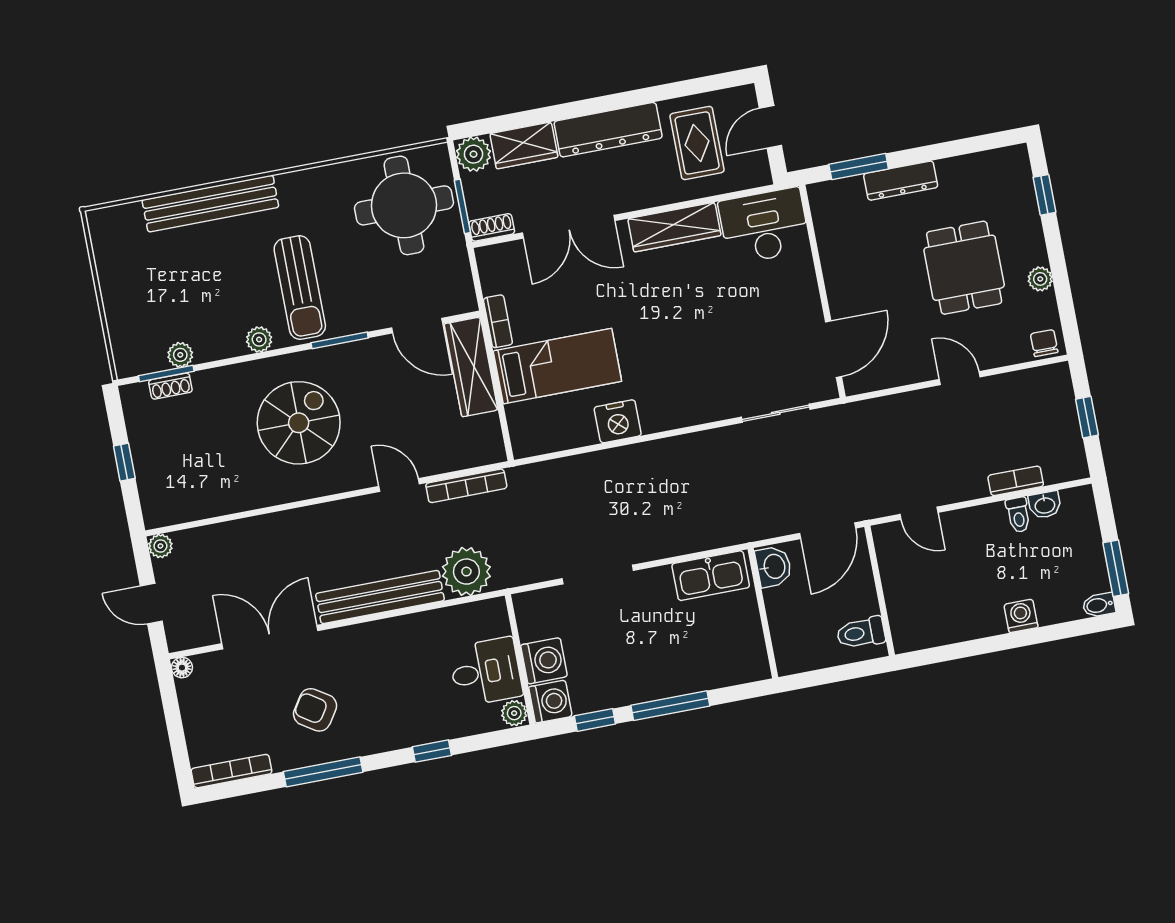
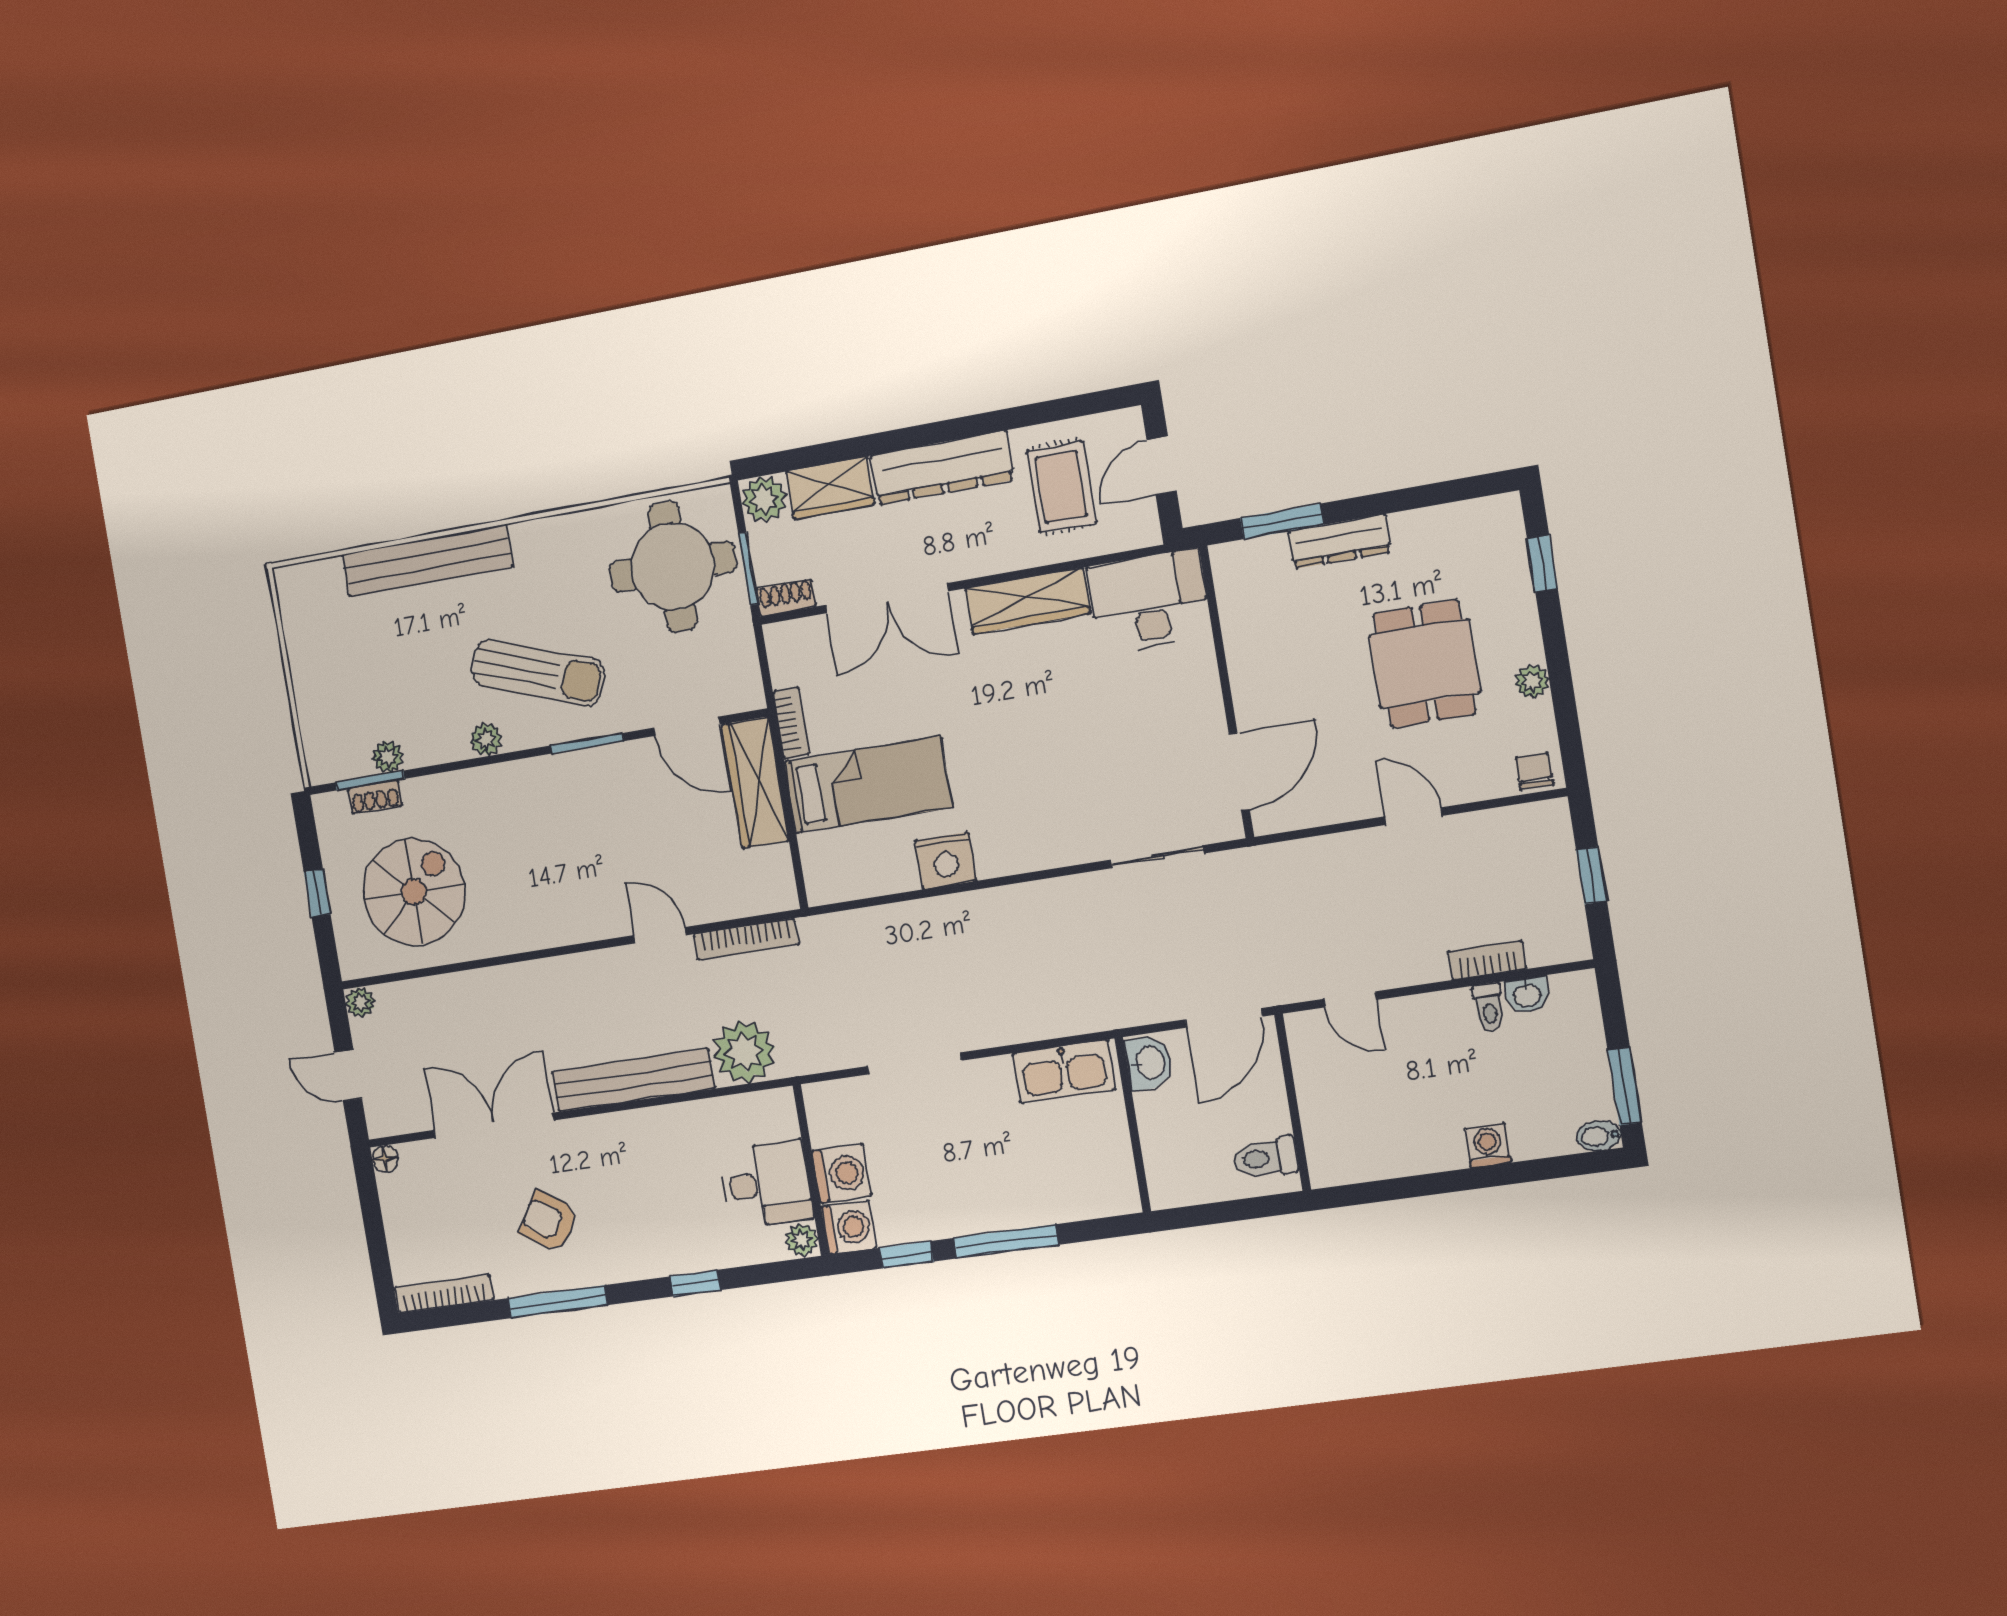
sun lounger: (300, 288) -> (538, 673), turned -70
spiral stairs: (299, 423) -> (414, 892), moved

